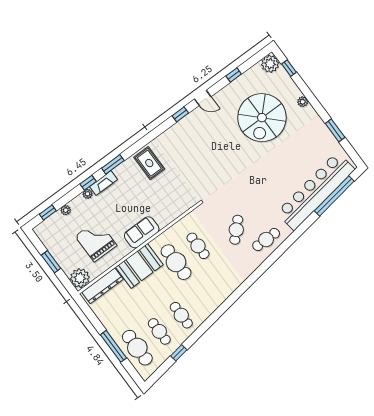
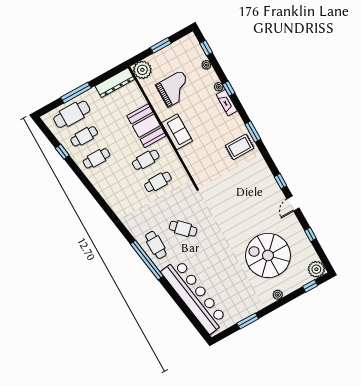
window: (113, 164) -> (253, 132), moved
window: (334, 196) -> (147, 260), moved
cafe table: (236, 230) -> (183, 229), moved
cafe table: (176, 262) -> (146, 160), width x0.73, depth x0.74
dresser: (102, 286) -> (115, 83), moved, turned -90

